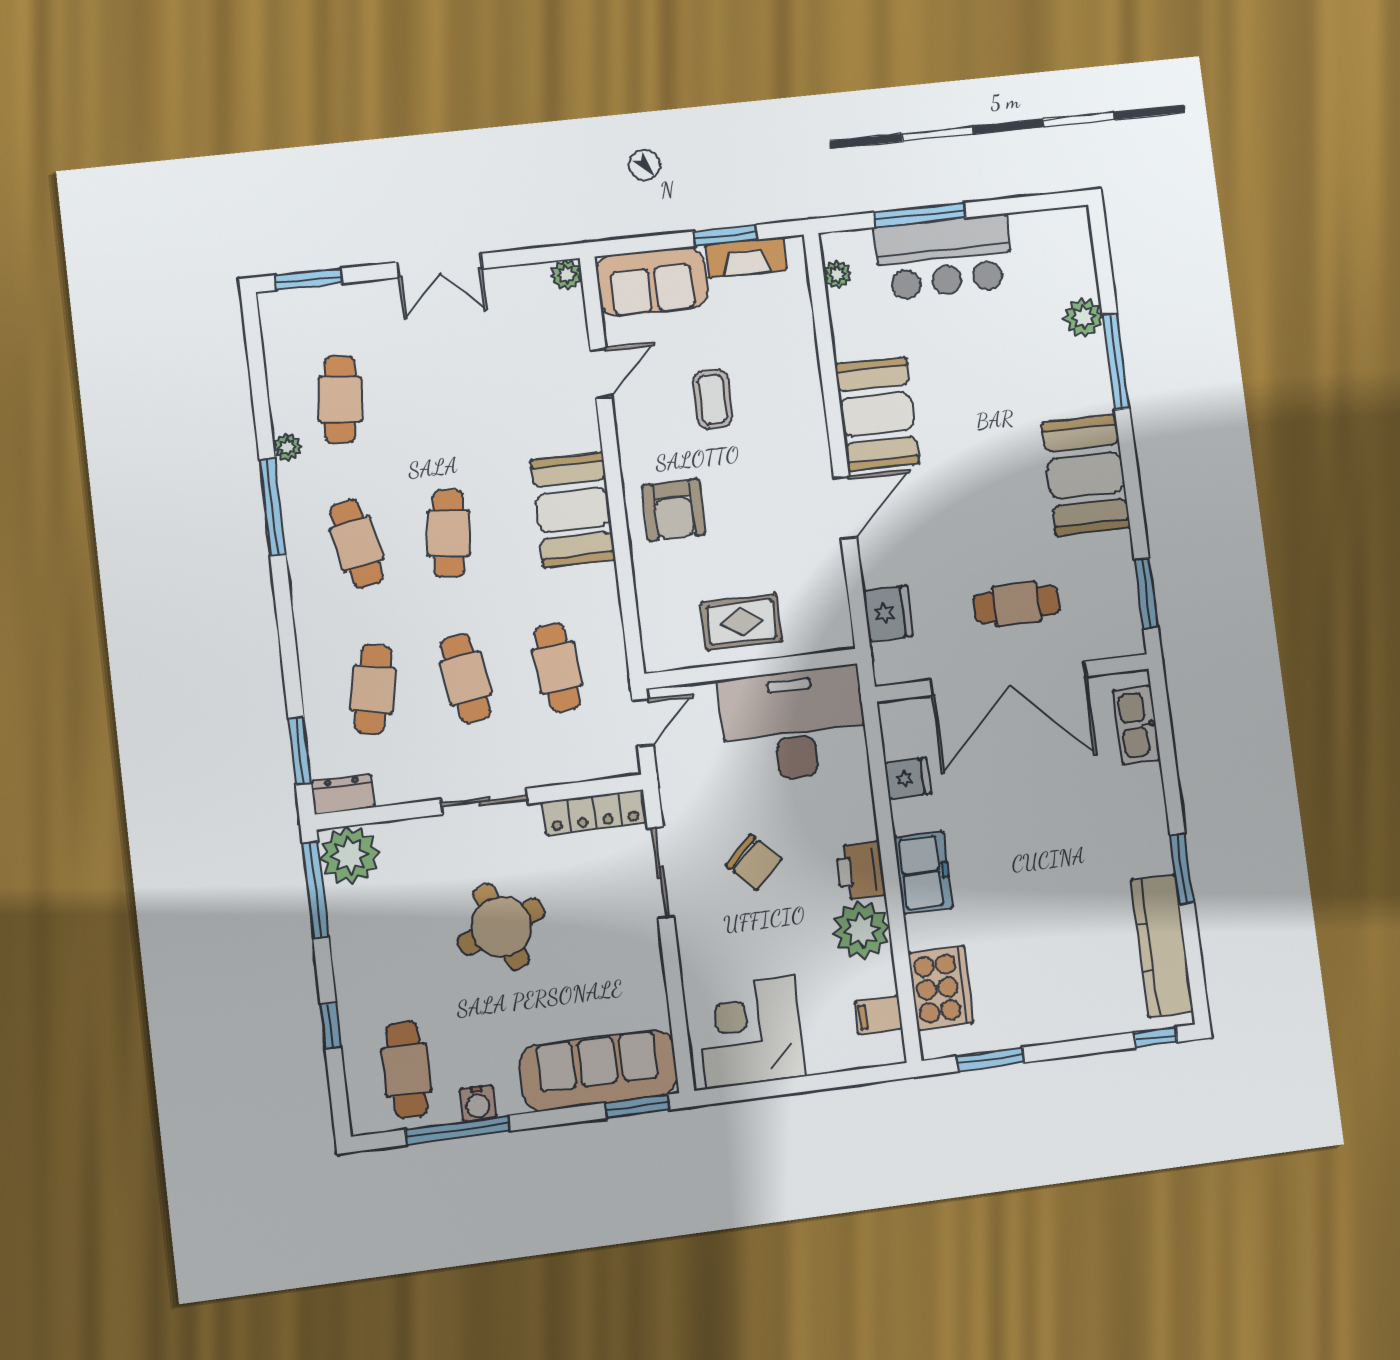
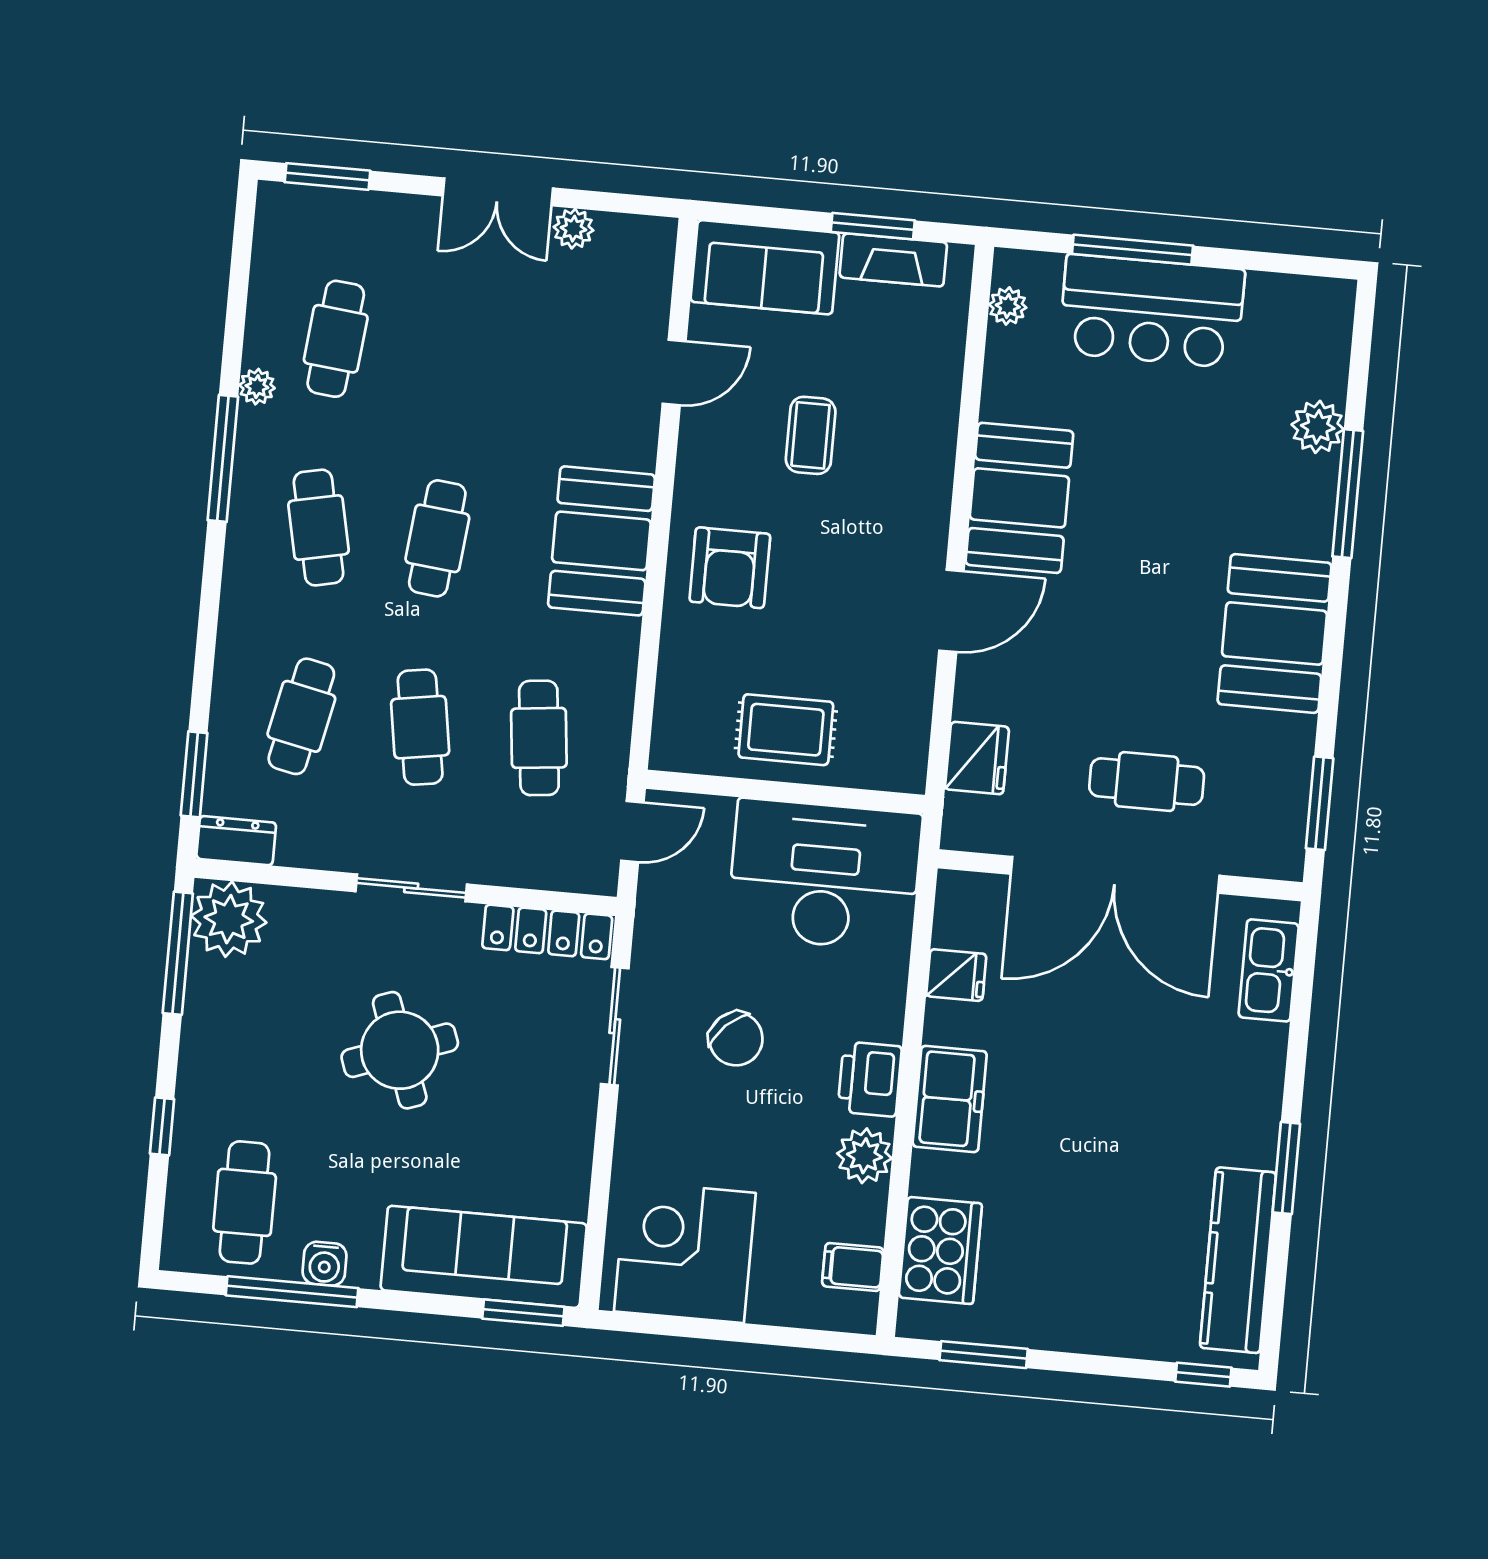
plant: (566, 275) -> (573, 229), moved
plant: (861, 930) -> (864, 1156), width x0.73, depth x0.73

